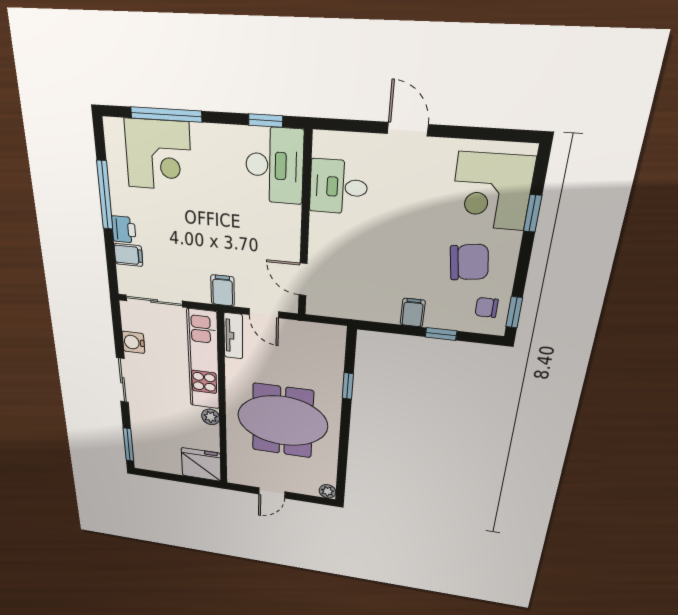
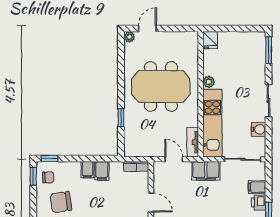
door: (303, 279) -> (151, 202), moved
filing cabinet: (223, 291) -> (206, 171), width x2.00
filing cabinet: (387, 308) -> (102, 171), added
bookcase: (327, 309) -> (136, 166), added
window: (441, 334) -> (50, 159), moved
fridge: (201, 464) -> (210, 40), width x0.53, depth x0.75
door: (272, 493) -> (148, 28), moved

